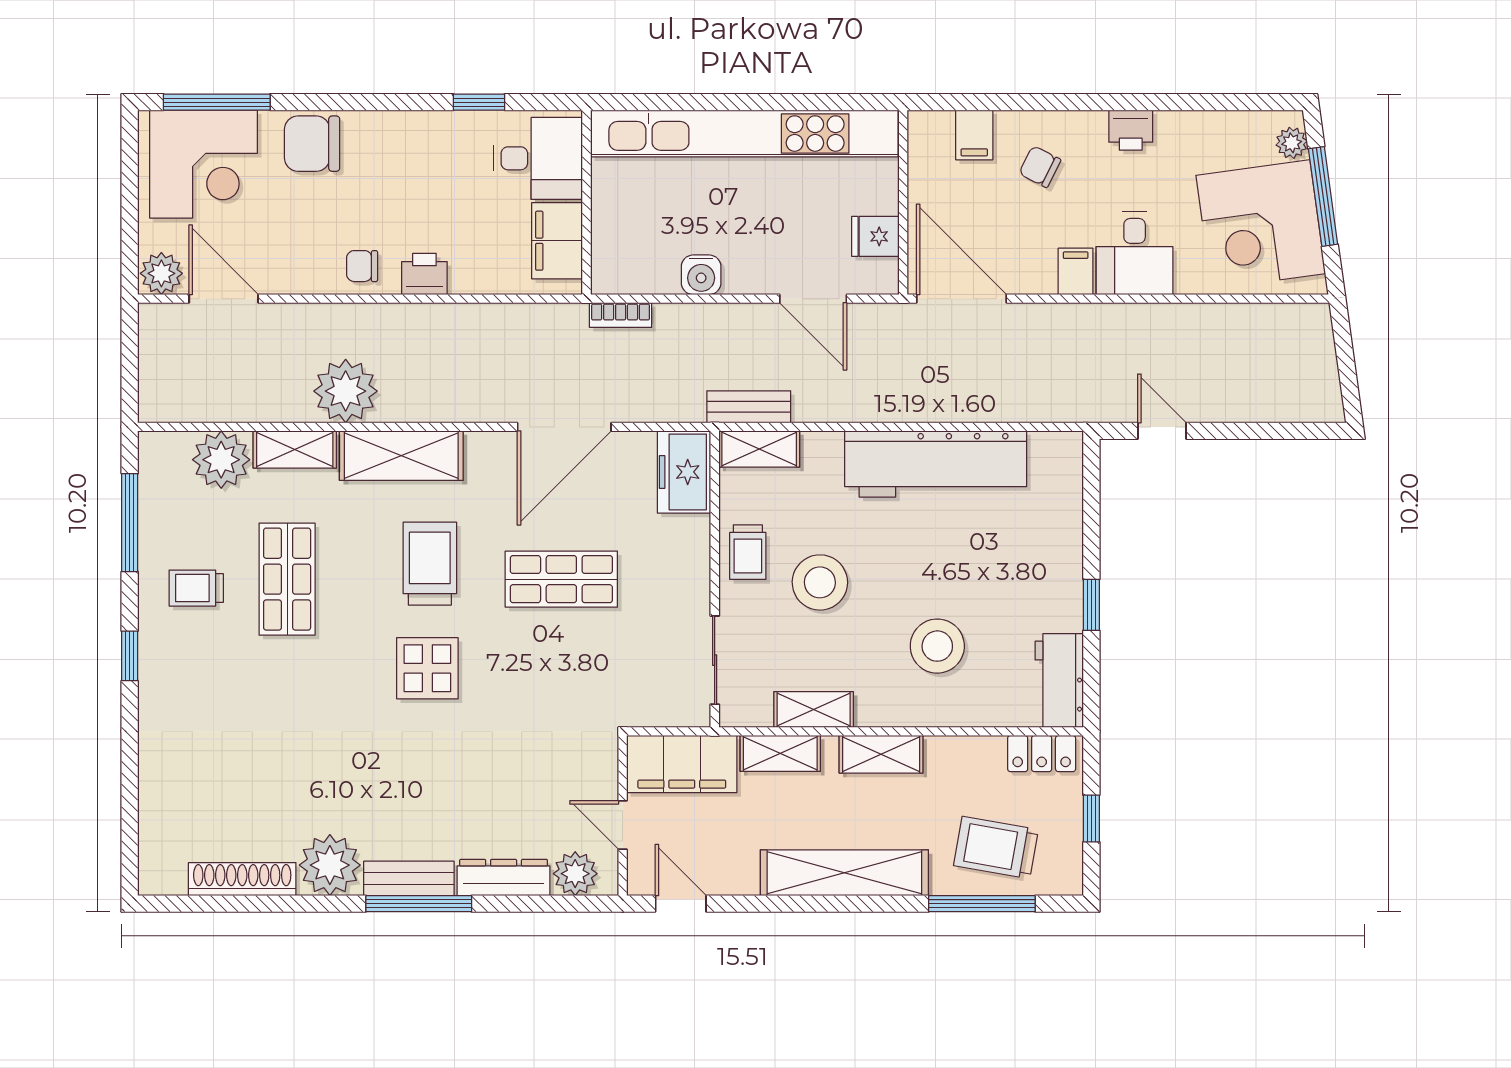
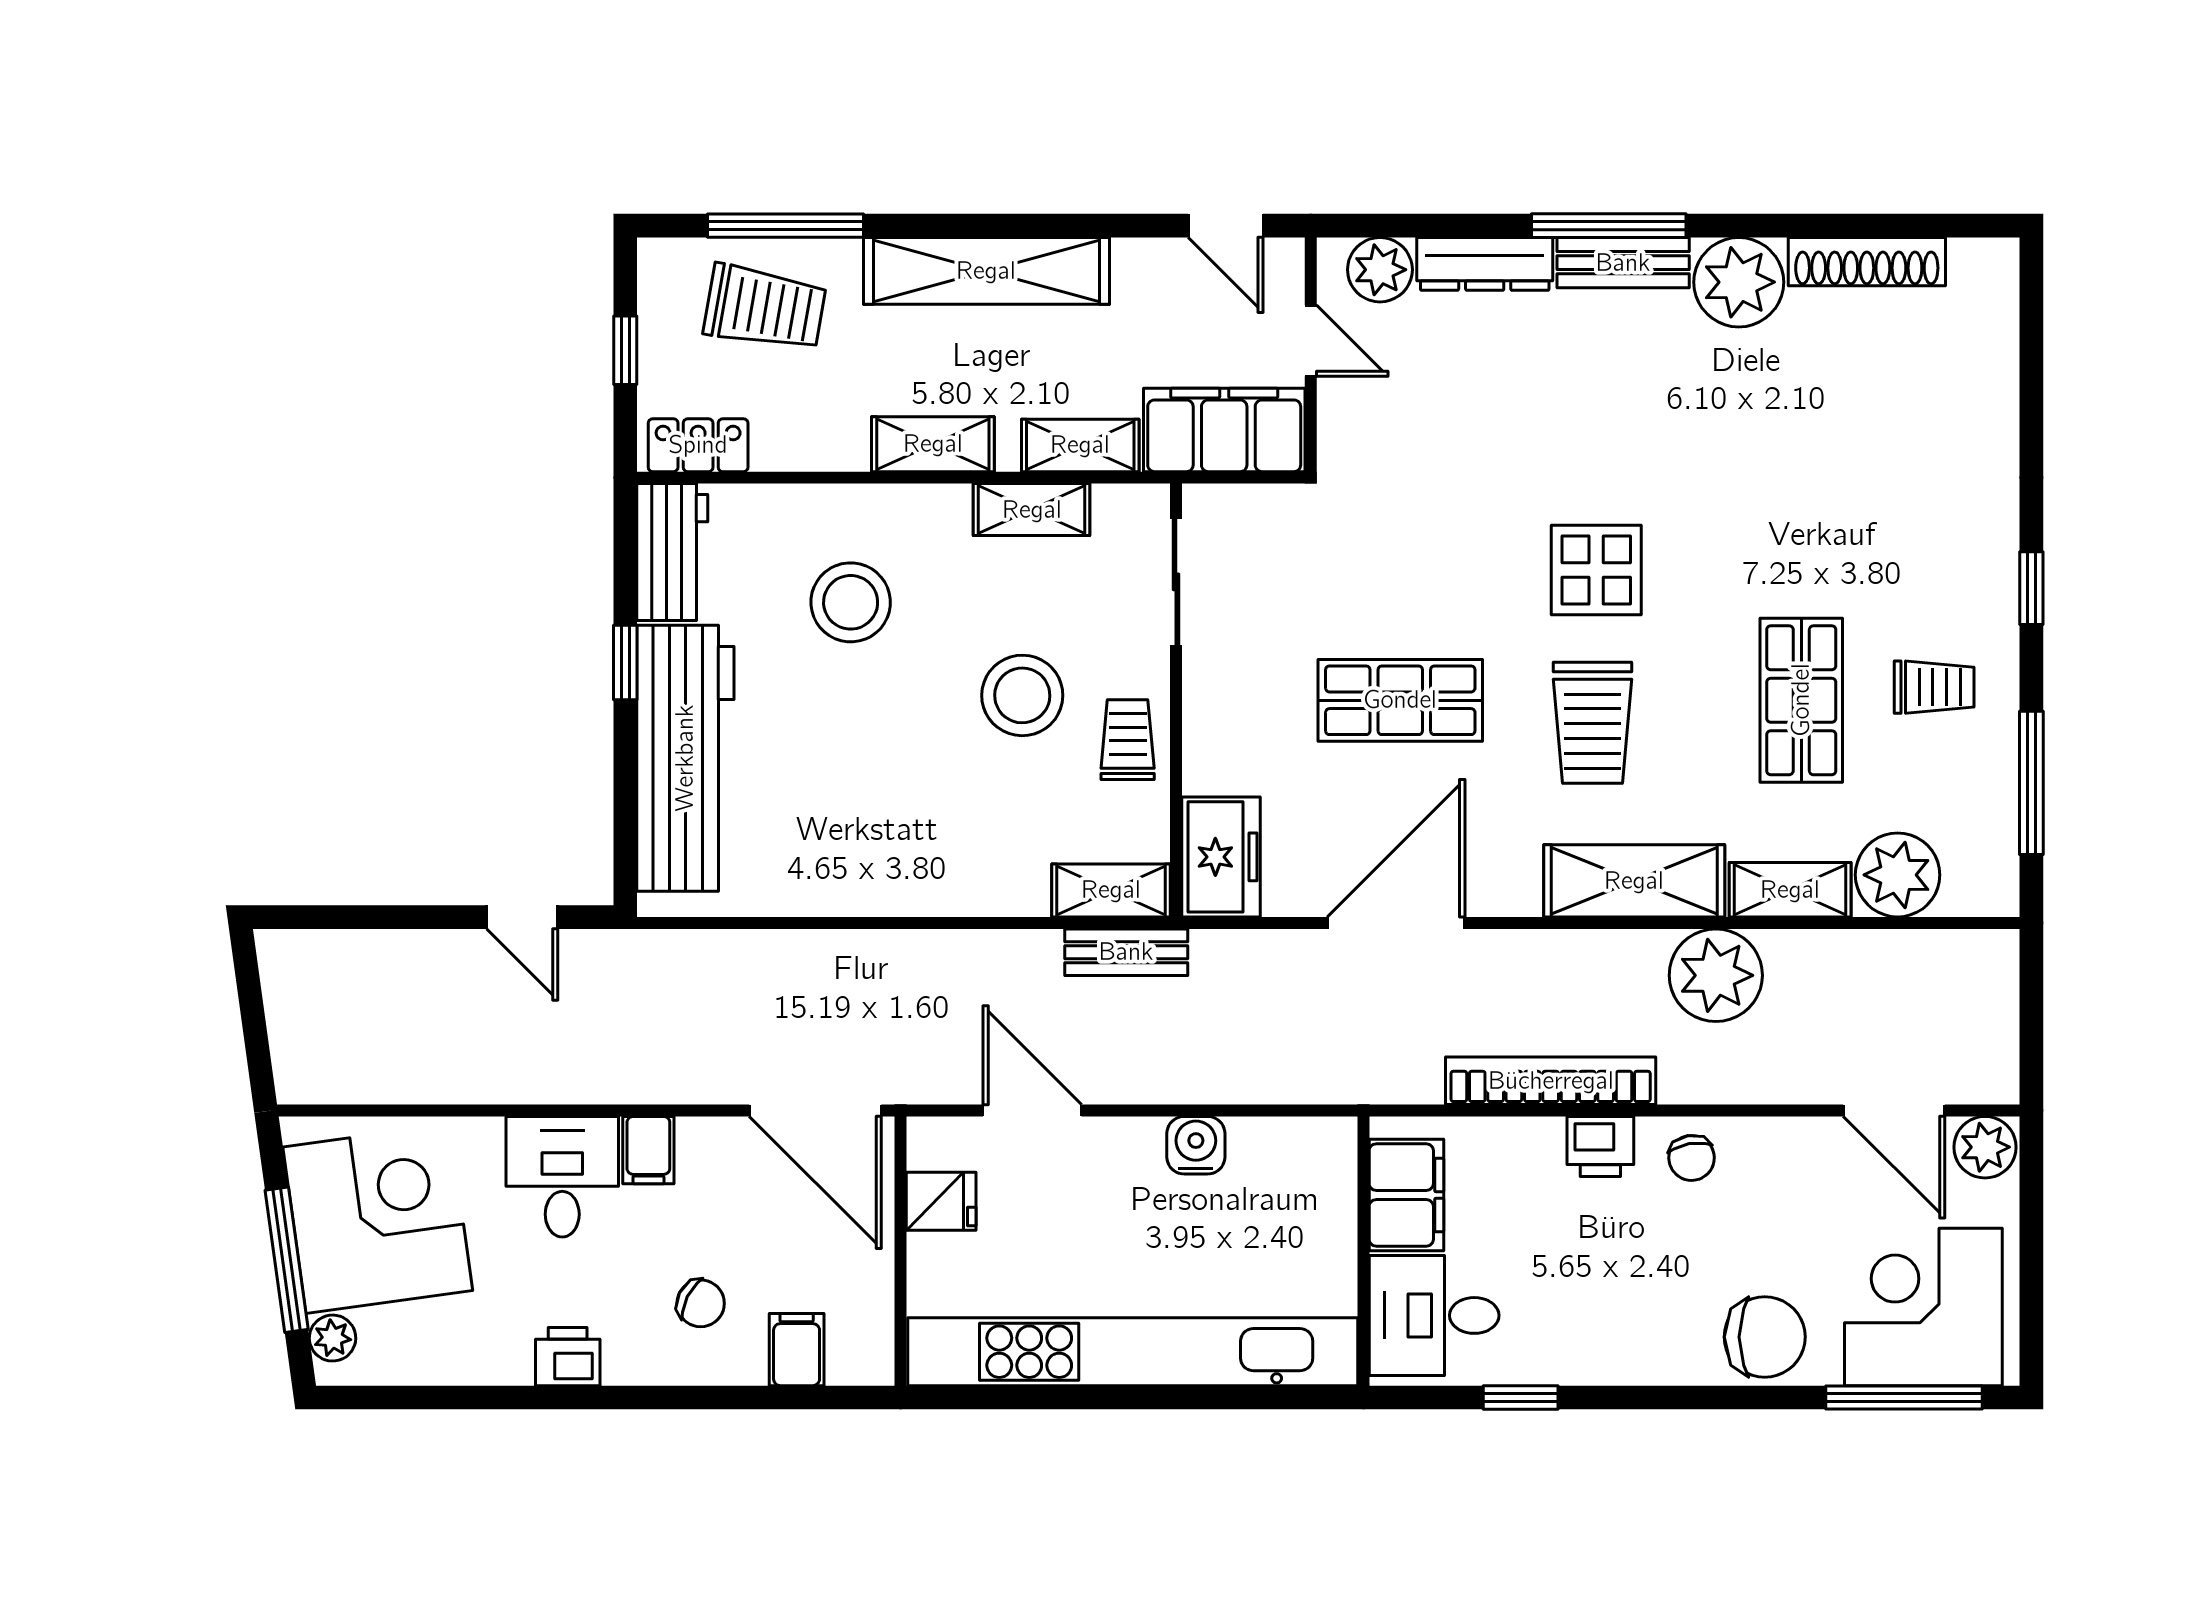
chair: (362, 266) -> (1692, 1158), turned 80
bookcase: (621, 315) -> (1551, 1081), moved, width x2.31, depth x1.31
workbench: (936, 464) -> (685, 758), moved, turned 90

